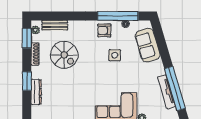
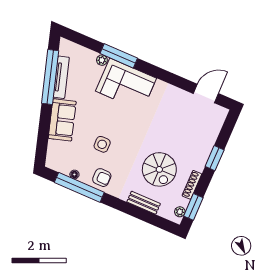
bench: (55, 25) -> (144, 203), moved
sofa: (148, 45) -> (62, 120), moved
spiral stairs: (64, 55) -> (159, 169), turned 180
dresser: (36, 92) -> (209, 141), removed

